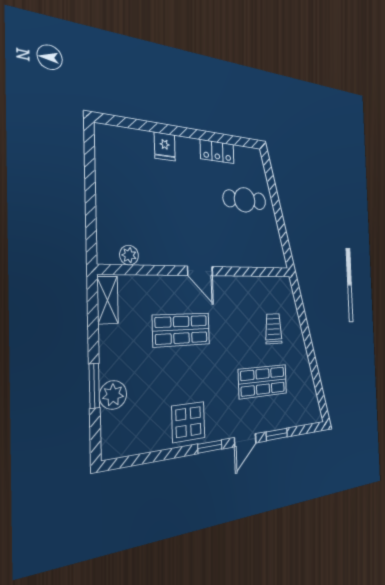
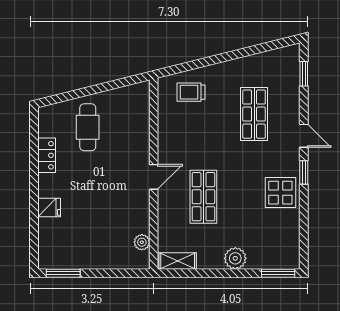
window: (89, 153) -> (63, 273), added
trolley: (273, 329) -> (191, 92), moved
window: (94, 386) -> (278, 273), moved
plant: (113, 395) -> (235, 258), moved
window: (277, 434) -> (304, 74), moved

